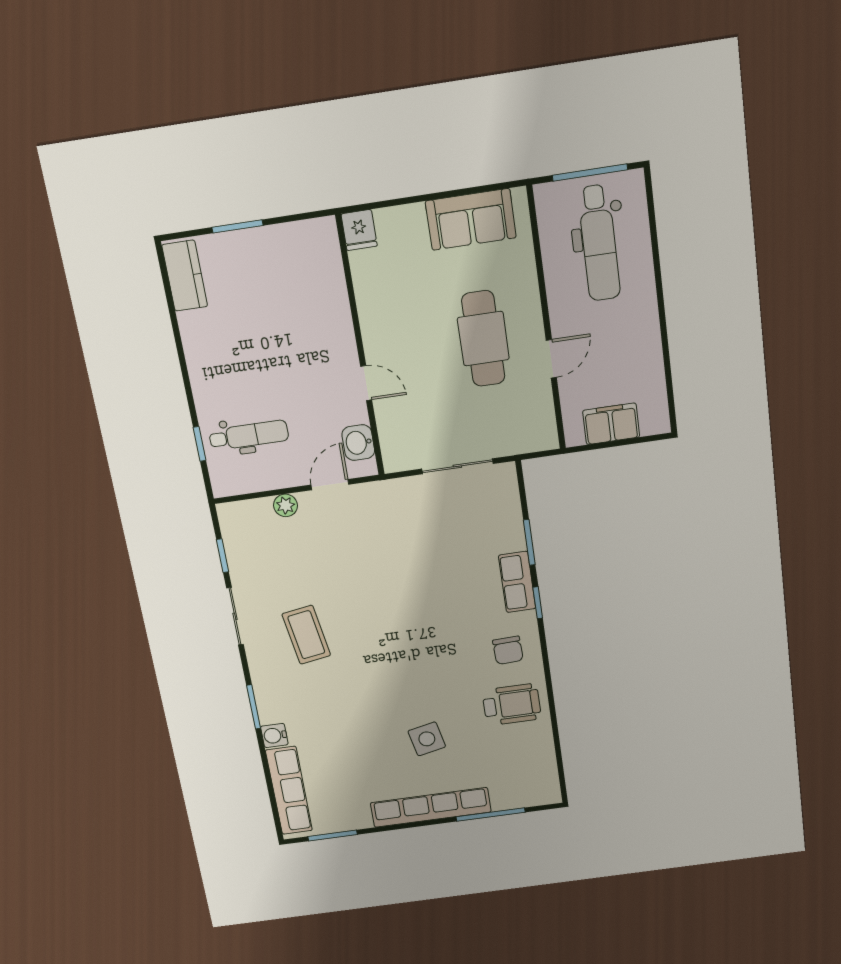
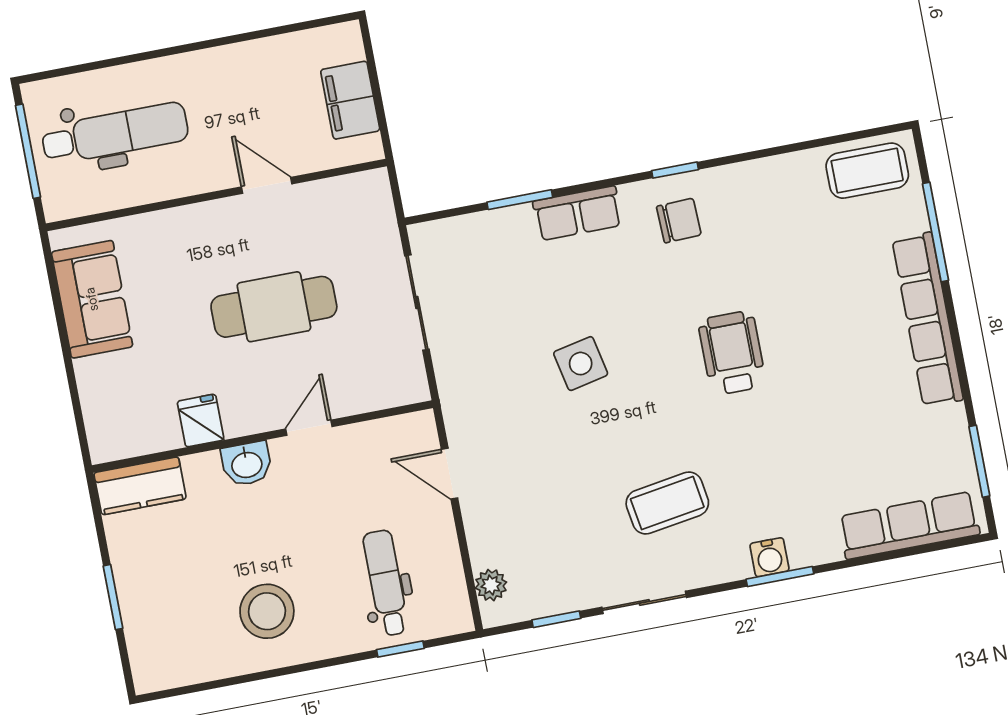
fridge: (359, 230) -> (201, 421), moved, turned -90
kitchen counter: (185, 276) -> (140, 486), moved, turned 180
cafe table: (483, 339) -> (274, 307), moved
stool: (227, 346) -> (267, 611), added
washbasin: (358, 443) -> (247, 464), moved
plant: (286, 505) -> (491, 585), moved
window: (538, 603) -> (675, 170), moved
wheelchair: (512, 704) -> (732, 353), moved
water cooler: (274, 735) -> (769, 557), moved
side table: (427, 739) -> (581, 364), moved
coffee table: (536, 774) -> (867, 171), added

